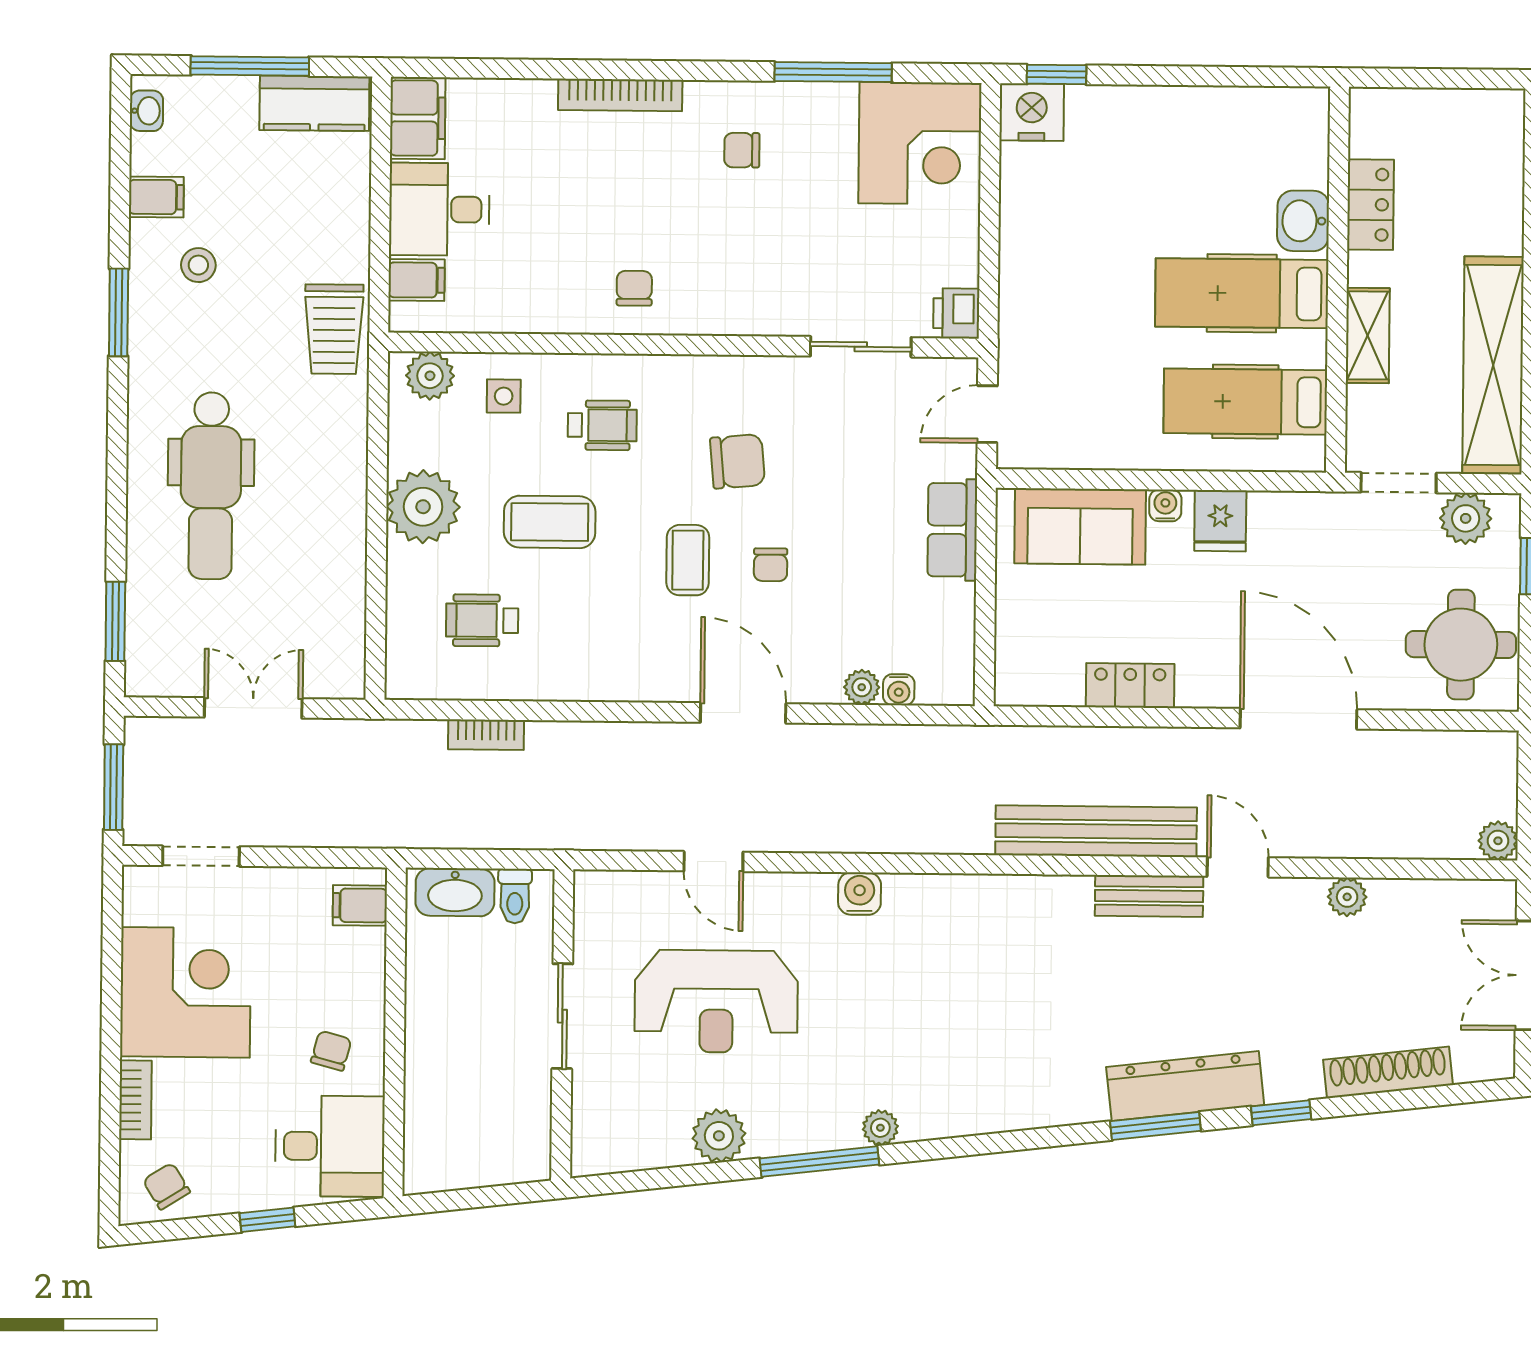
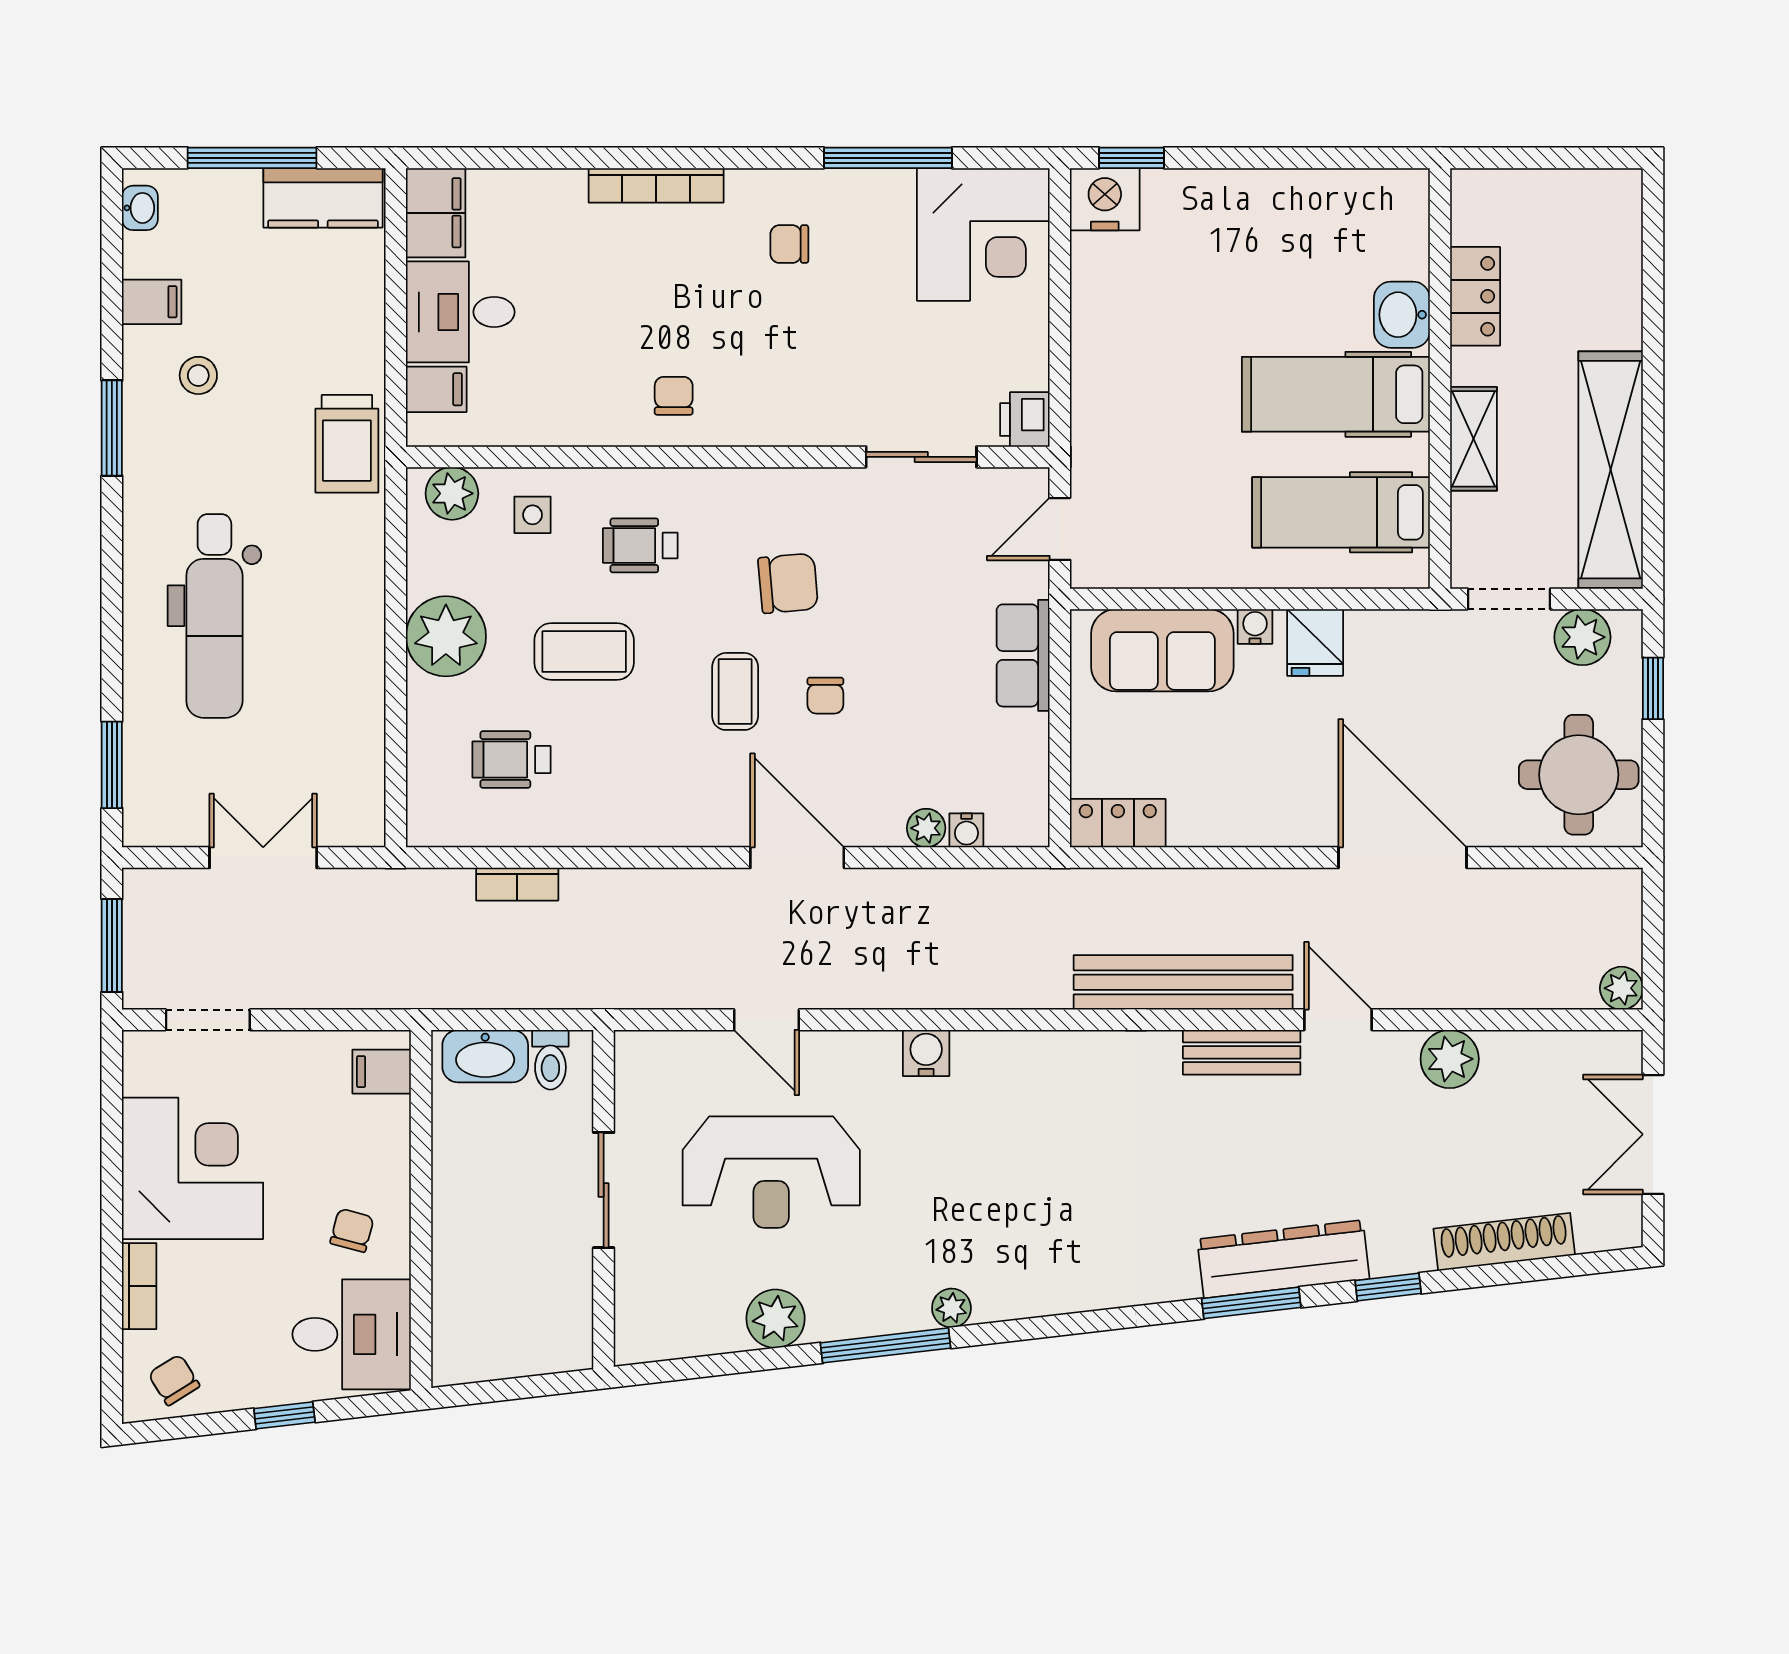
wheelchair: (602, 425) -> (640, 545), turned 180
locker: (1130, 686) -> (1118, 823), moved
plant: (1347, 897) -> (1450, 1059), width x1.38, depth x1.38

